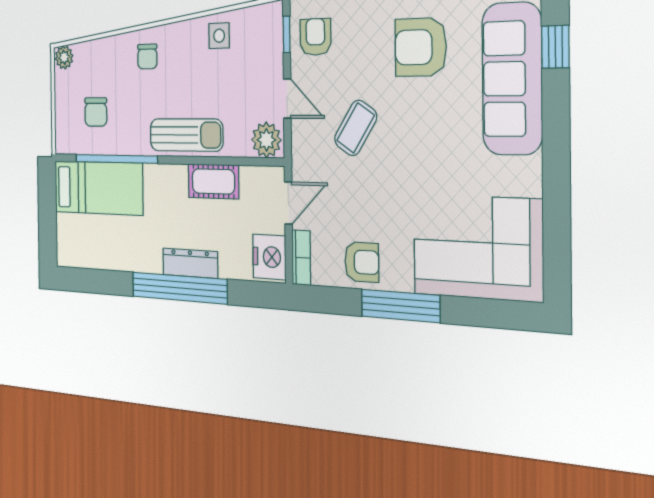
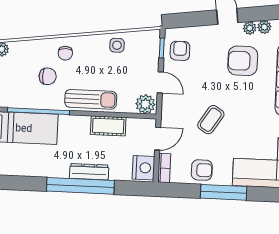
chair: (96, 112) -> (48, 76), moved, turned -90
coffee table: (356, 128) -> (211, 120), moved

